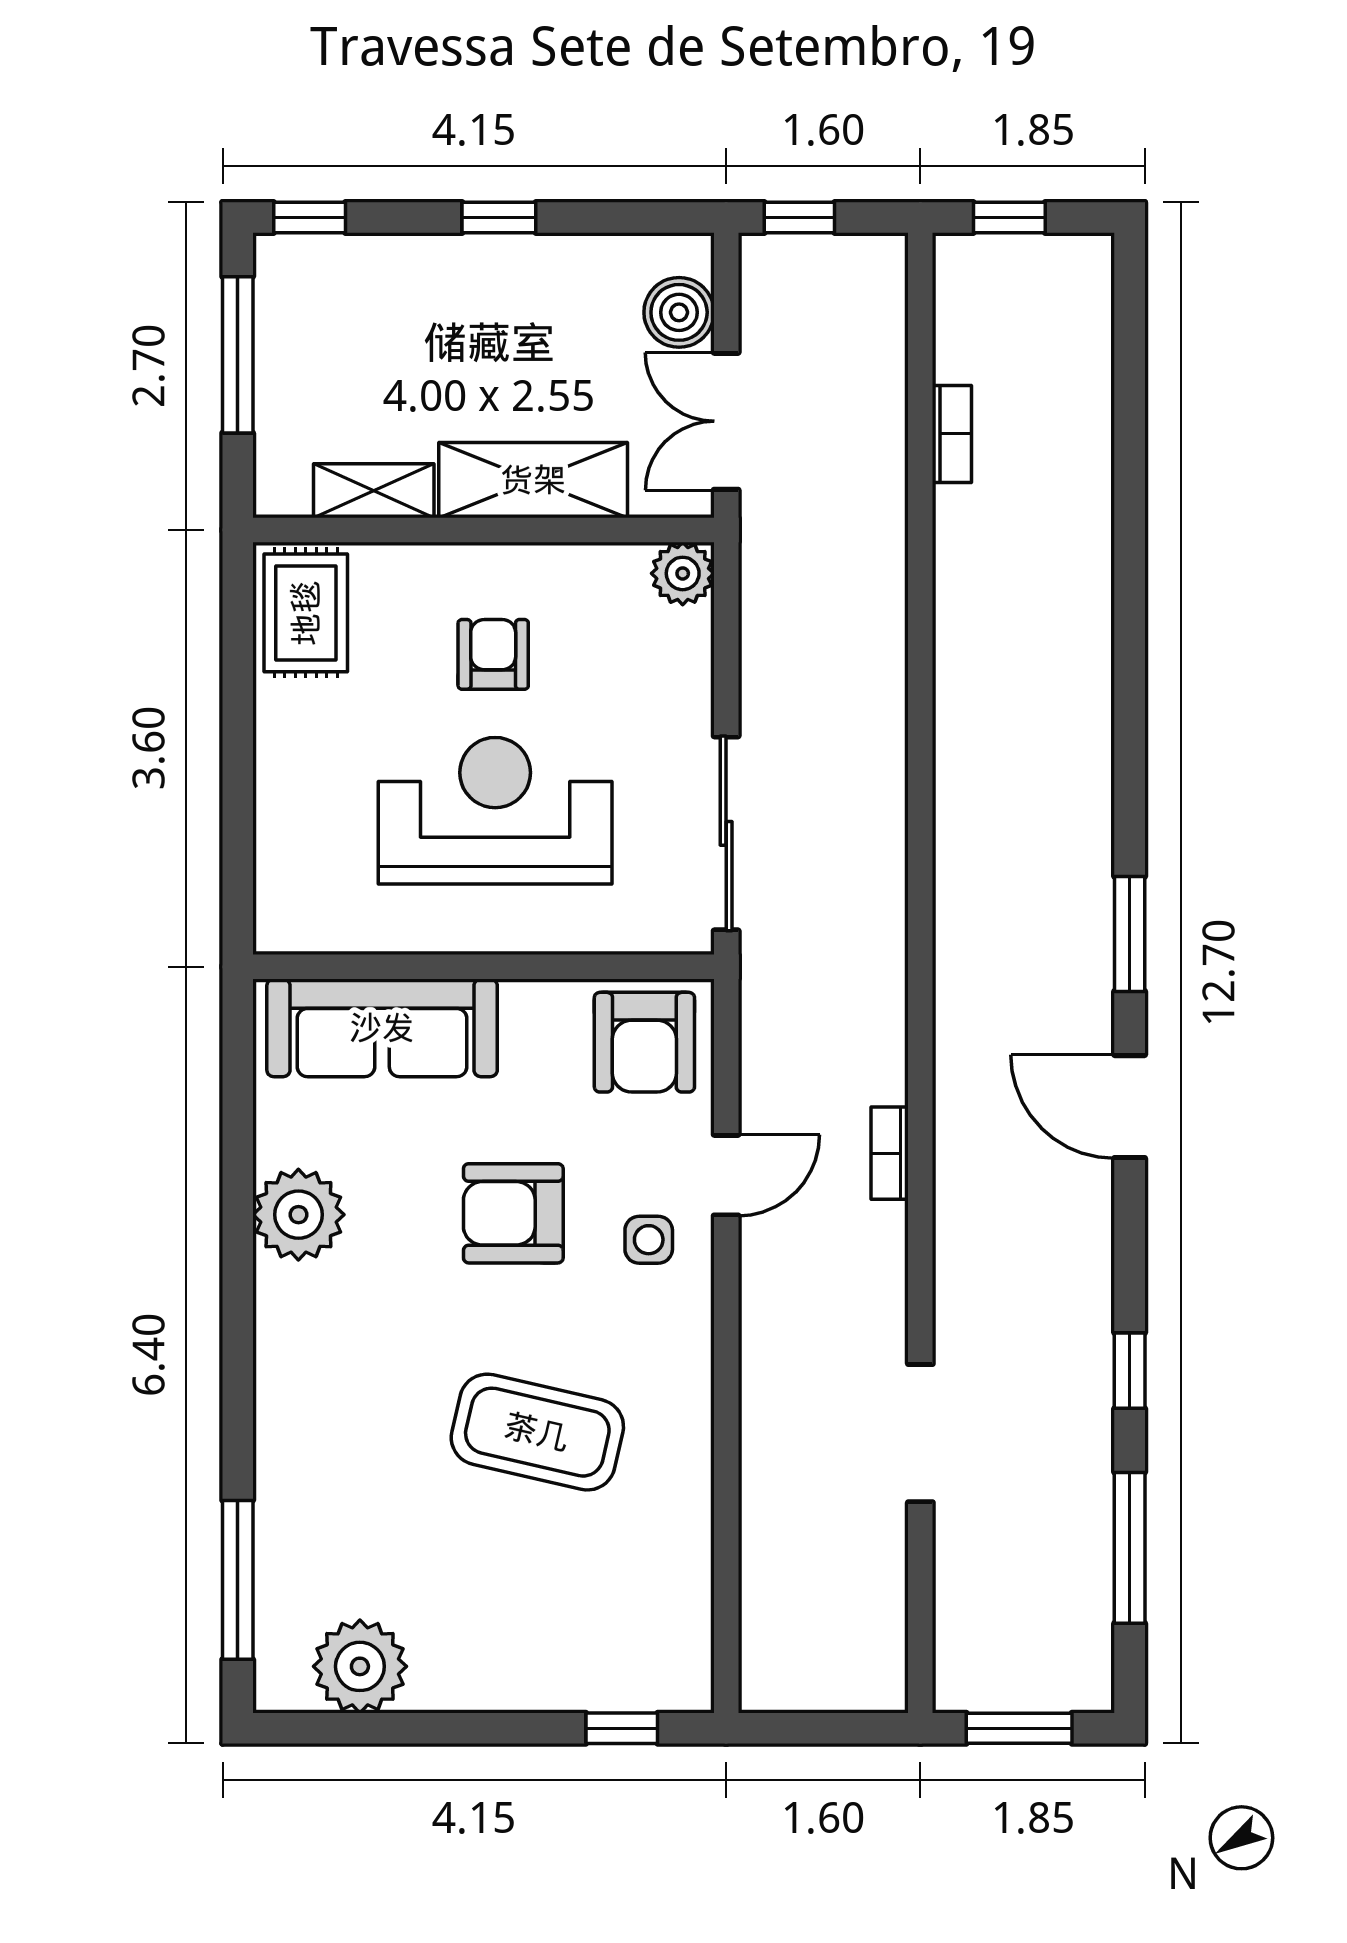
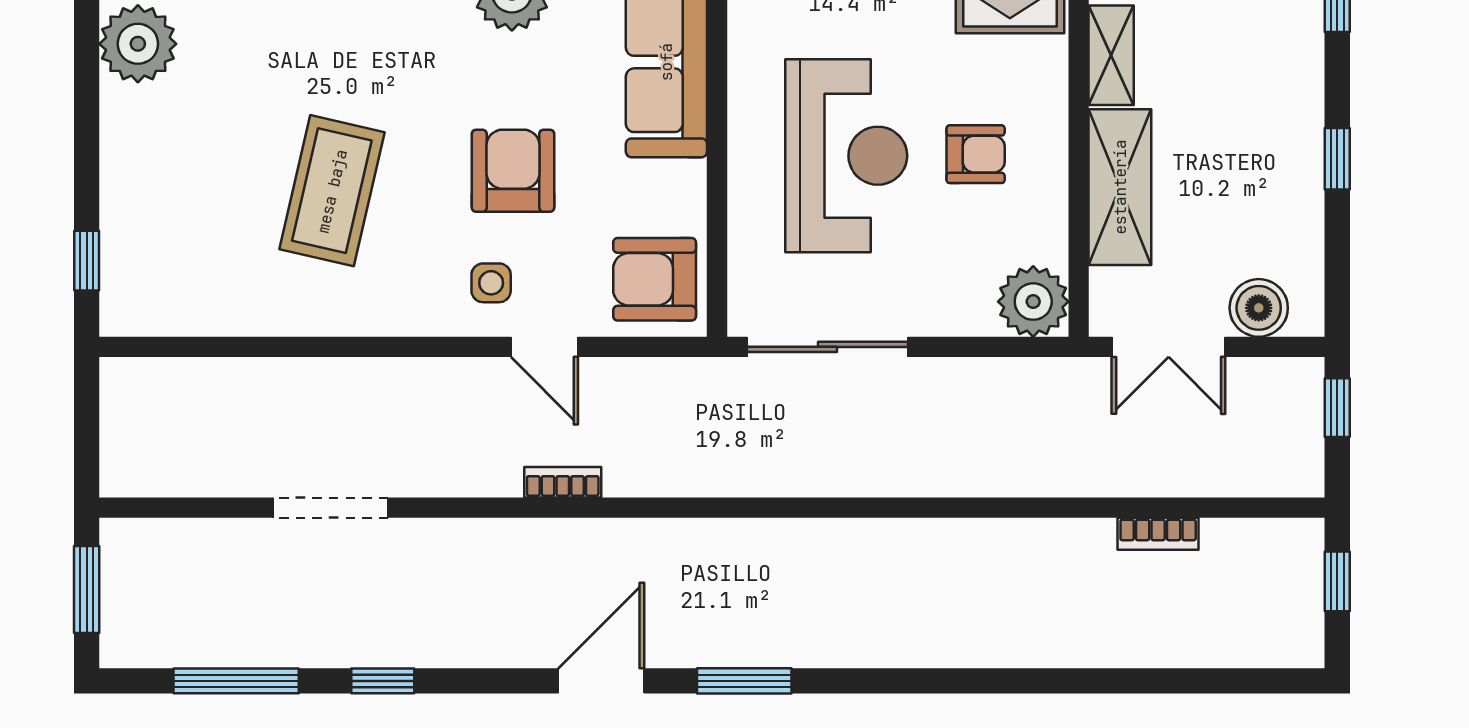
double door: (726, 421) -> (1169, 347), swing flipped
plant: (683, 573) -> (1033, 302), width x1.36, depth x1.36

